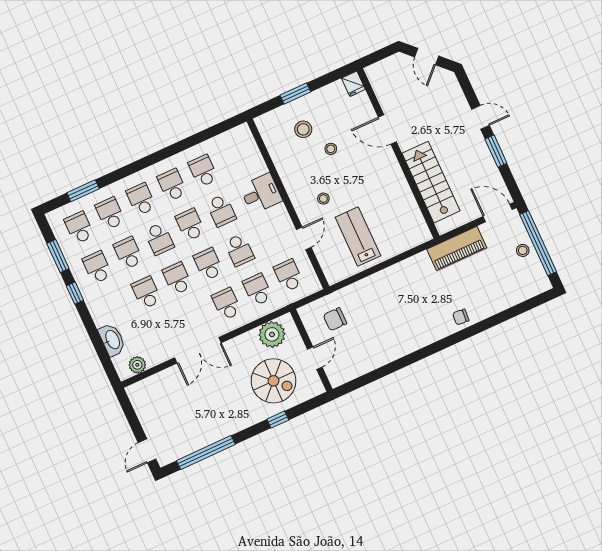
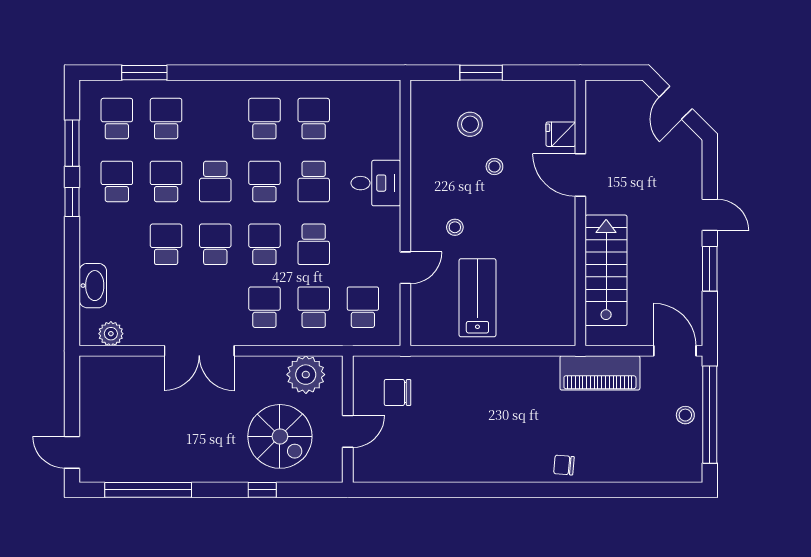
fridge: (353, 84) -> (561, 134), moved, turned 90
school desk: (141, 199) -> (215, 119), removed
door: (147, 451) -> (72, 452), hinge flipped

